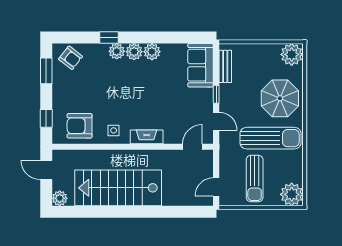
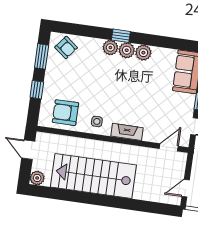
window: (109, 37) -> (121, 36), moved
window: (46, 118) -> (37, 90), moved

